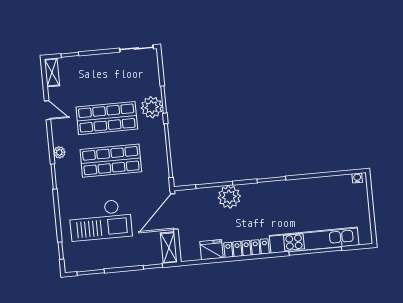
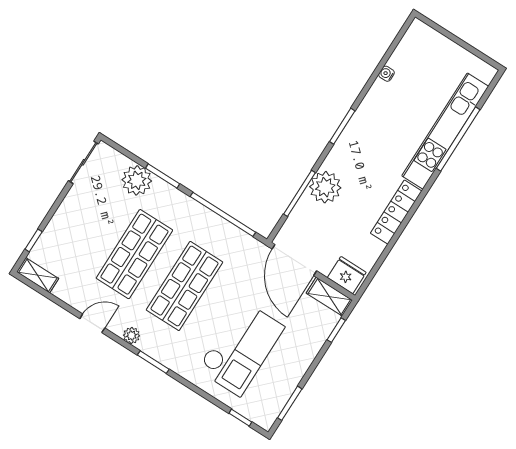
plant: (152, 107) -> (137, 180), moved
door: (47, 110) -> (92, 323), moved
water cooler: (357, 178) -> (386, 74), moved
fridge: (212, 250) -> (347, 275), moved, turned 90

